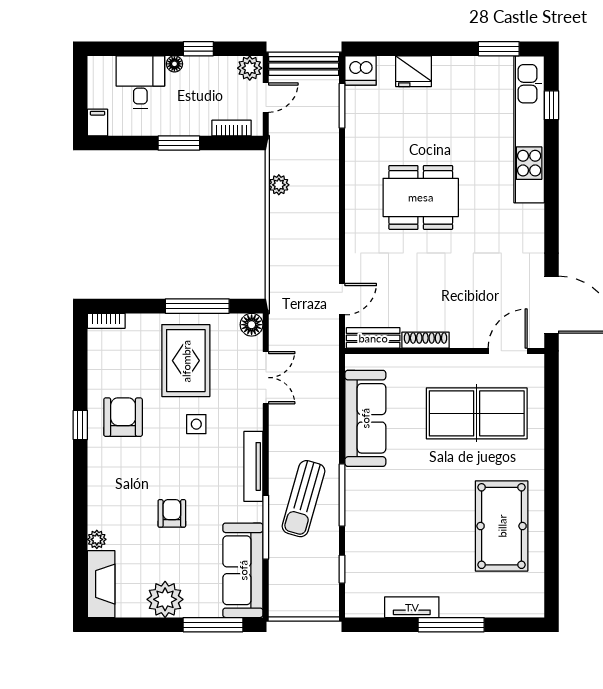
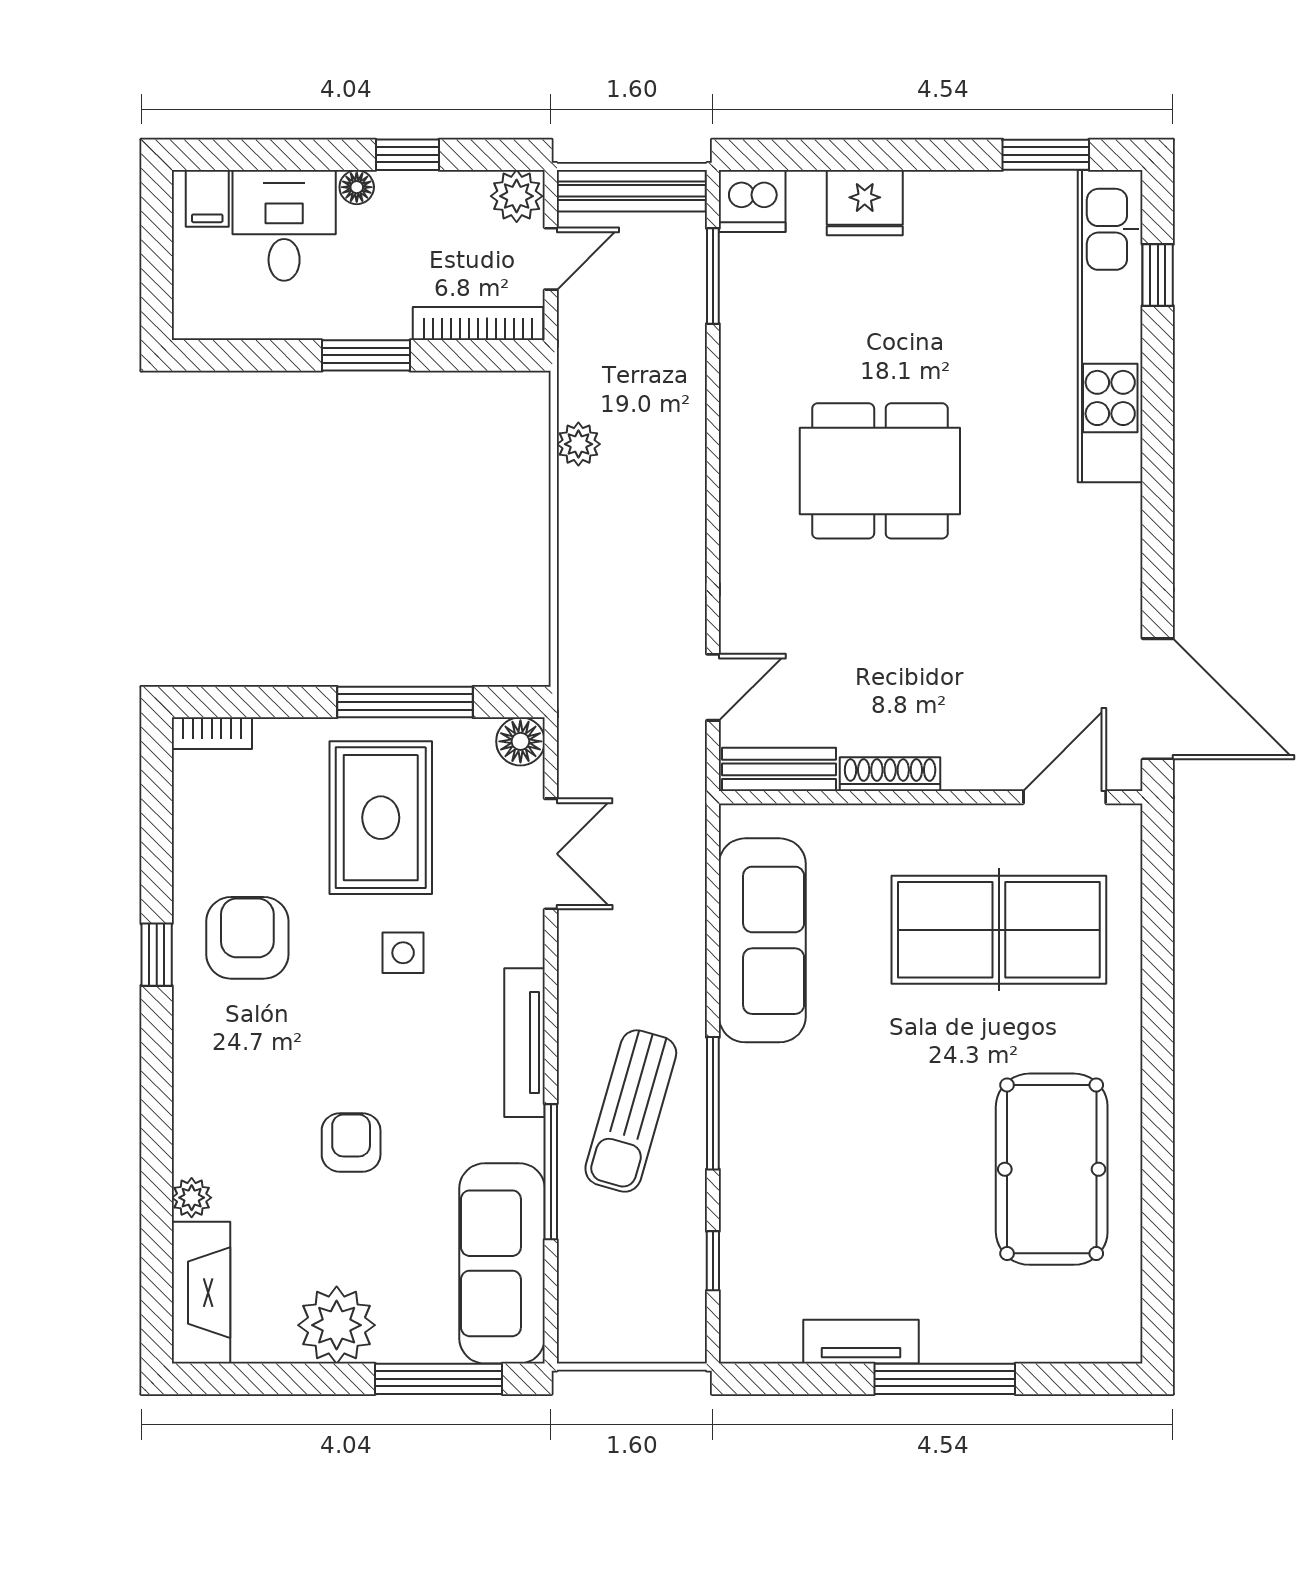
filing cabinet: (98, 123) -> (207, 198), moved, turned 180
bookcase: (232, 128) -> (478, 324), width x1.56

